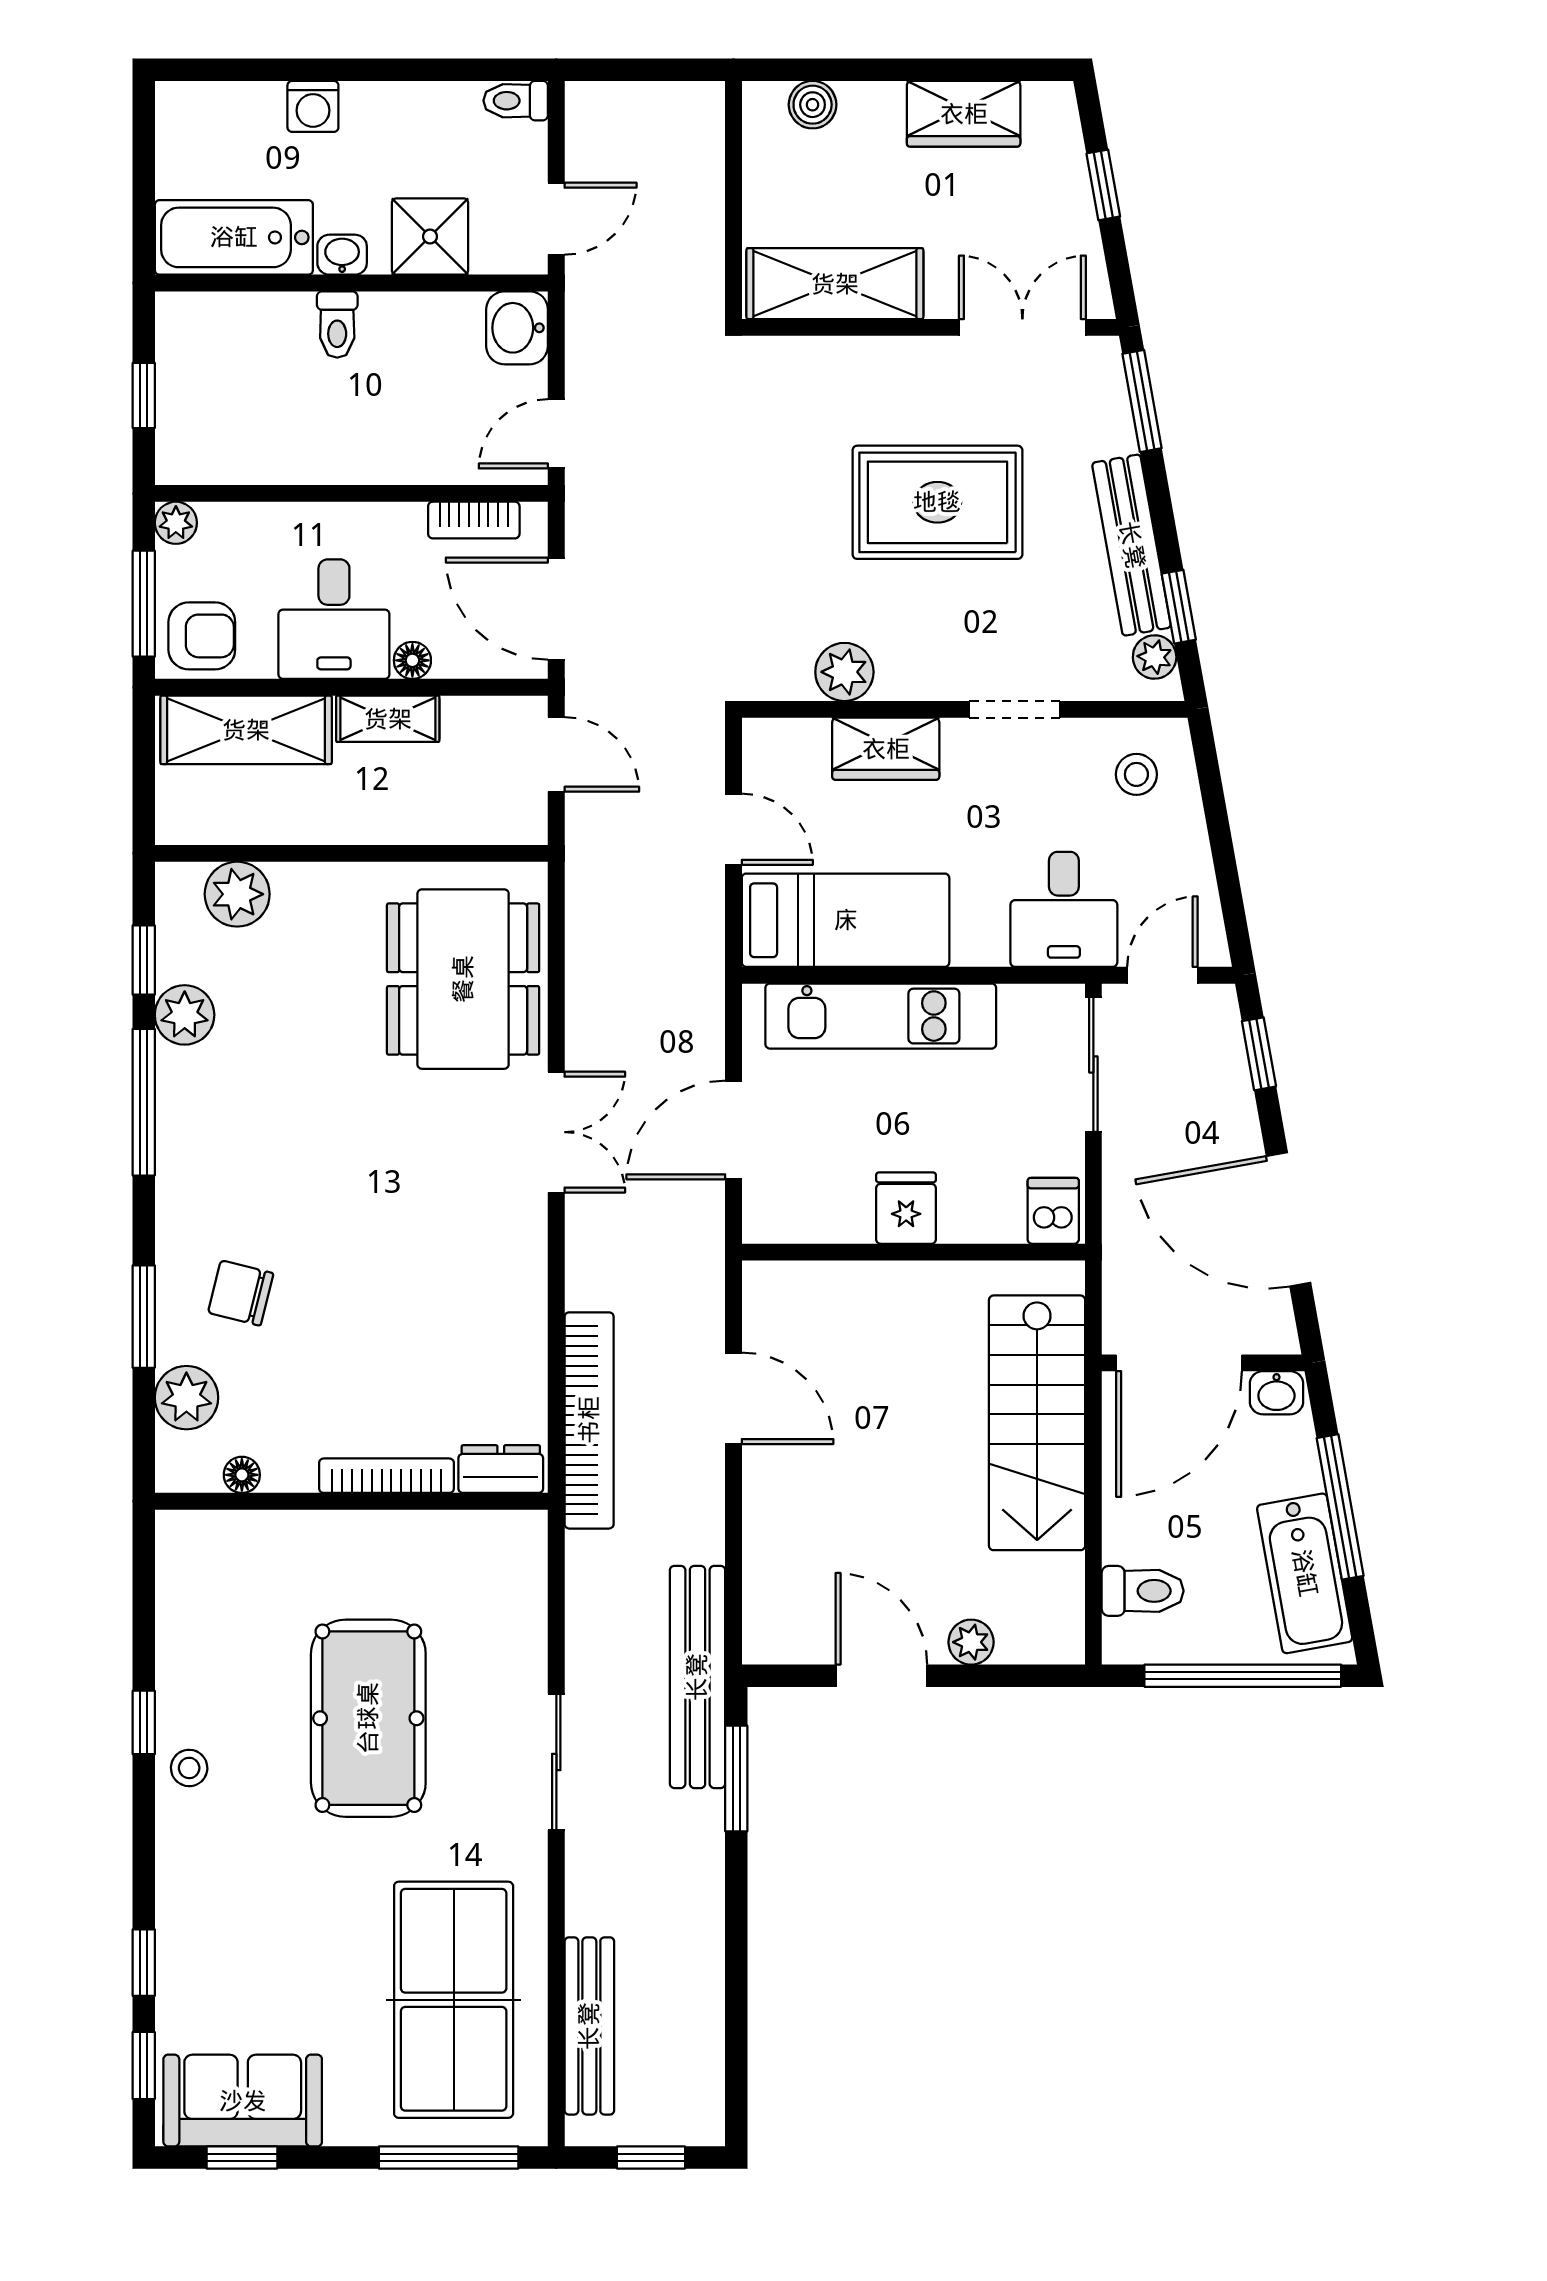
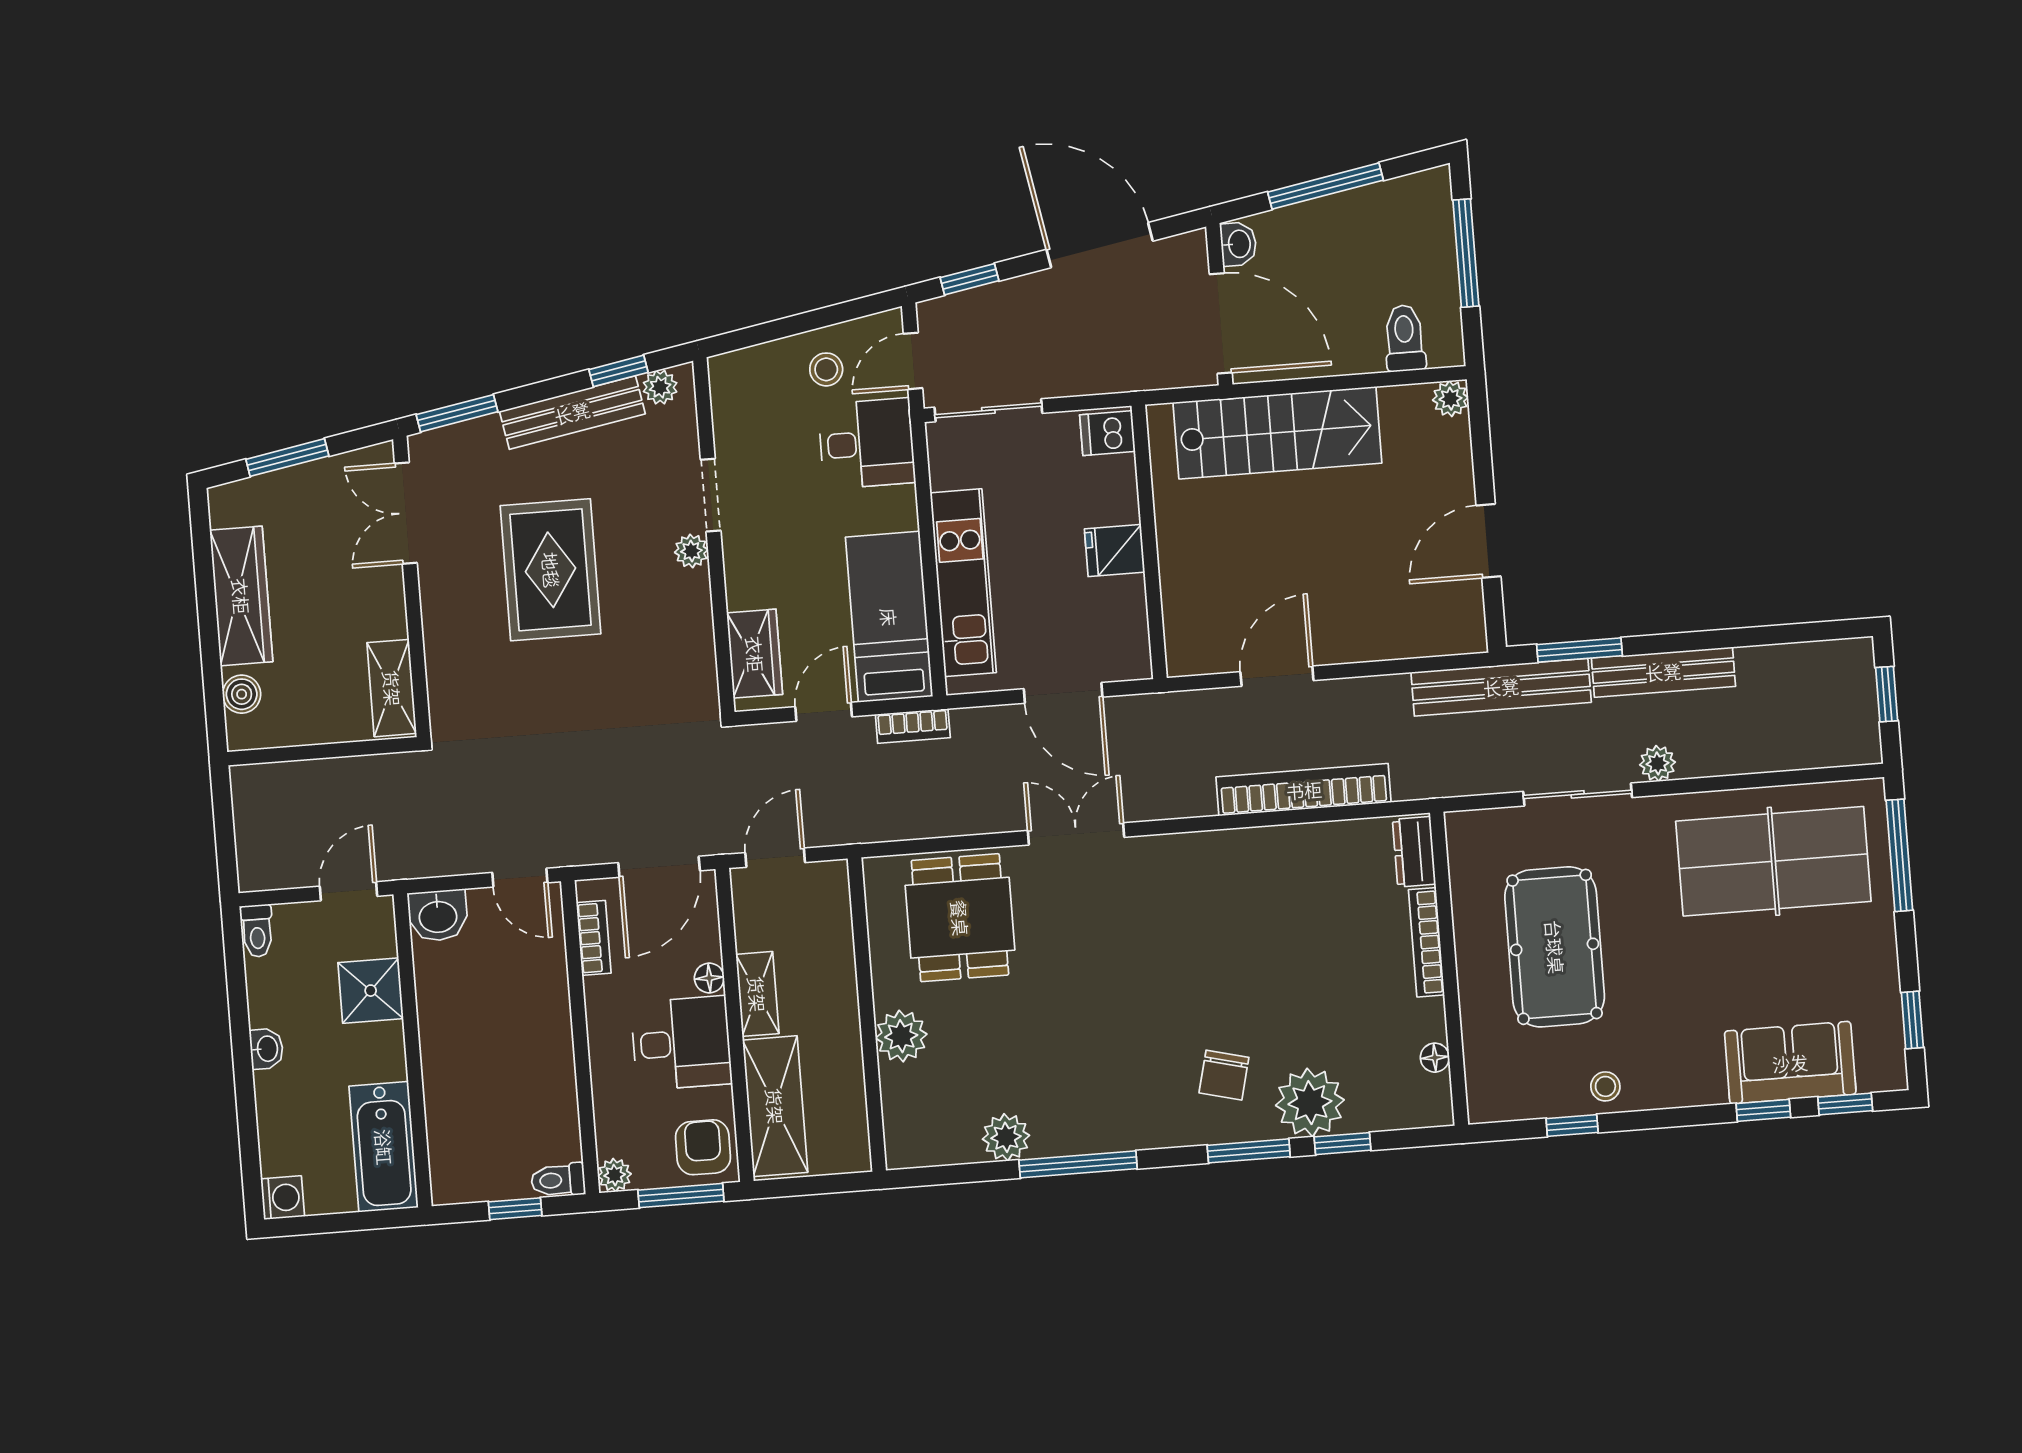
washing machine: (313, 106) -> (283, 1198), moved
wardrobe: (964, 114) -> (241, 596), width x1.50
window: (1103, 185) -> (287, 458), width x1.50
door: (556, 219) -> (348, 891), hinge flipped
washbasin: (342, 255) -> (267, 1049), moved, turned 180
shelving: (835, 284) -> (392, 688), width x0.67, depth x0.75
toilet: (337, 325) -> (558, 1180), moved, turned 180
plant: (844, 672) -> (691, 551), moved, width x0.73, depth x0.73
wardrobe: (886, 749) -> (755, 654), moved
stool: (1136, 774) -> (826, 369), moved
plant: (237, 894) -> (901, 1036), moved
bookcase: (707, 939) -> (913, 726), added
window: (144, 960) -> (1342, 1144), moved
door: (1162, 975) -> (913, 361), hinge flipped
dining table: (463, 979) -> (960, 918), width x0.73
door: (1289, 1219) -> (1100, 245), swing flipped
plant: (186, 1398) -> (1310, 1103), width x1.36, depth x1.36
dresser: (501, 1469) -> (1414, 852), moved
floor lamp: (242, 1475) -> (1435, 1058), moved
bookcase: (386, 1476) -> (1426, 942), moved
wall: (351, 1501) -> (1449, 969), moved
bathtub: (1305, 1573) -> (1380, 210), removed
plant: (971, 1642) -> (1450, 399), moved
window: (1243, 1676) -> (1466, 253), width x0.68
pool table: (368, 1718) -> (1555, 947), turned 90
plant: (587, 1865) -> (1658, 763), added
bench: (589, 2026) -> (1663, 672), moved
sofa: (243, 2101) -> (1790, 1063), moved, turned 90

